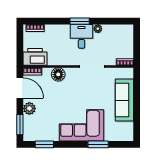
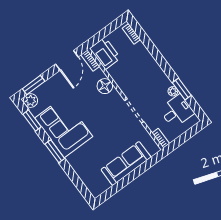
window: (80, 21) -> (182, 89), moved
desk: (82, 36) -> (177, 111), moved
plant: (29, 108) -> (30, 101), moved
corner sofa: (82, 125) -> (64, 127), moved
window: (98, 144) -> (55, 151), moved

